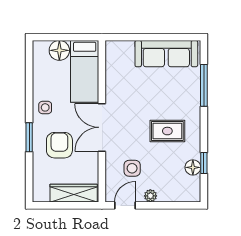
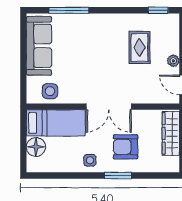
rug: (167, 131) -> (139, 47), moved
window: (204, 163) -> (158, 10), moved
floor lamp: (193, 167) -> (147, 21), removed
side table: (132, 168) -> (50, 91), moved

